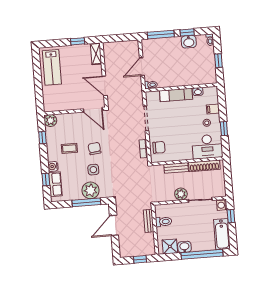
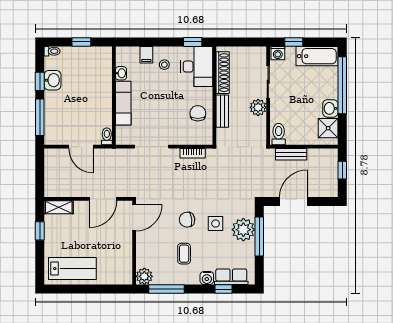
window: (224, 129) -> (193, 42), moved
window: (42, 138) -> (167, 289), width x2.17
chair: (159, 147) -> (198, 113), moved
toilet: (164, 222) -> (279, 134), moved
door: (114, 225) -> (293, 202), swing flipped

